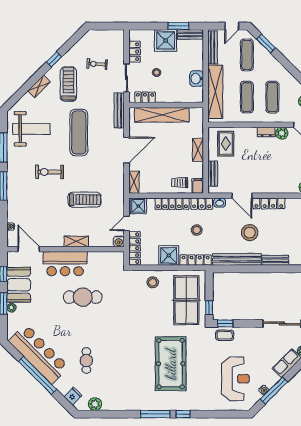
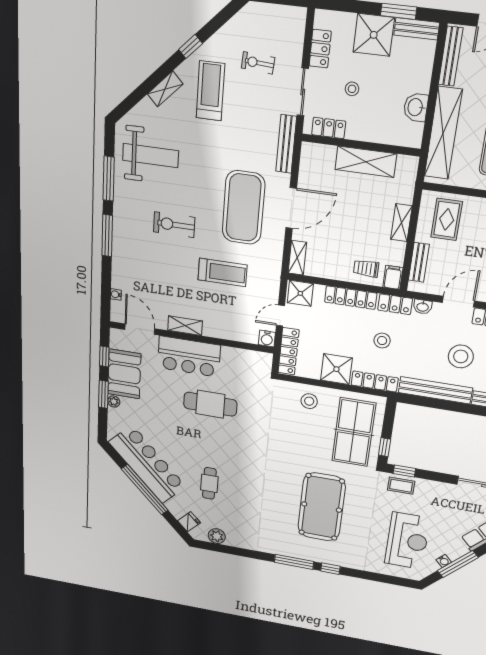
shelving: (162, 115) -> (366, 162), width x0.68
exercise mat: (79, 132) -> (243, 208), moved, width x1.47
door: (242, 196) -> (458, 302), swing flipped
shelving: (76, 241) -> (185, 326), moved

